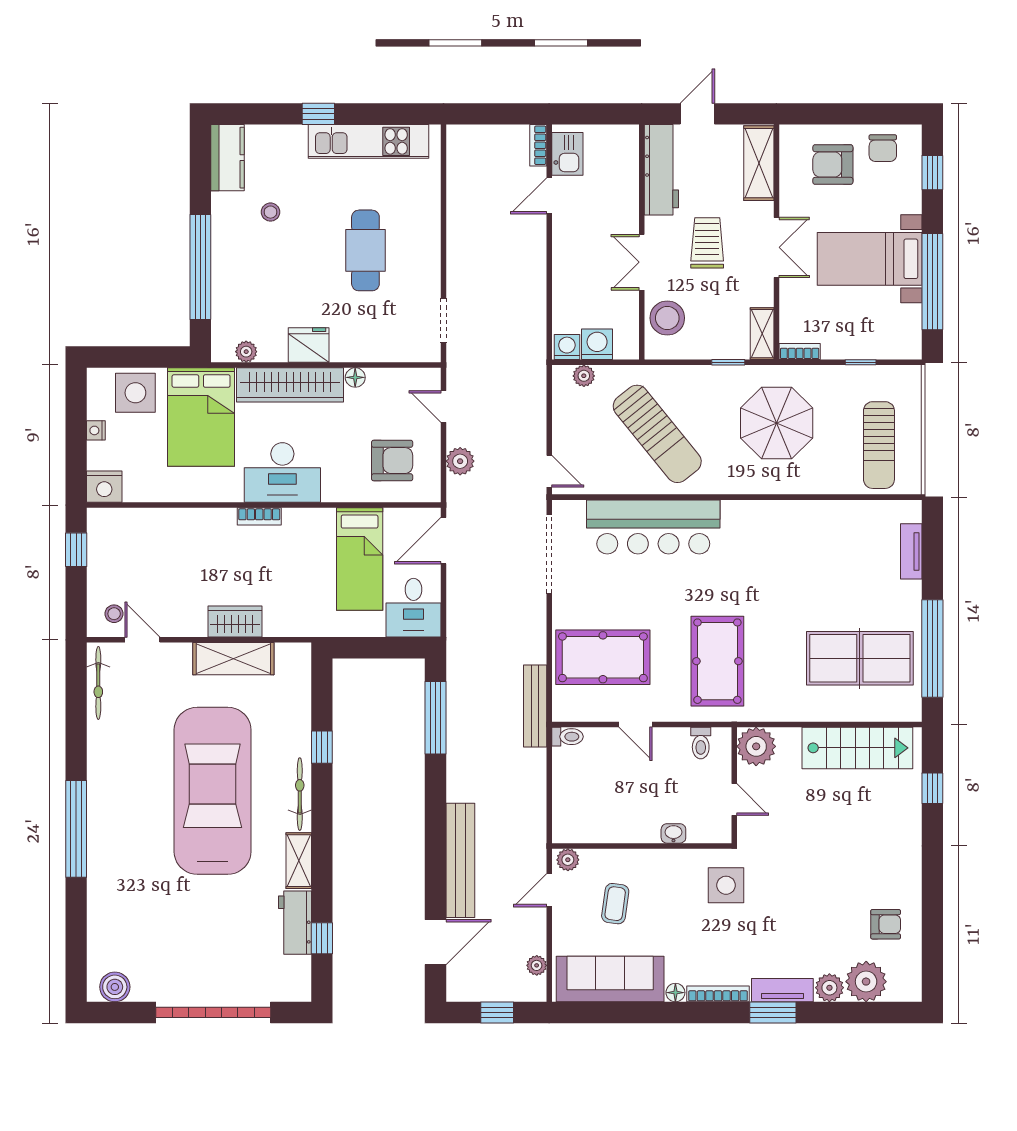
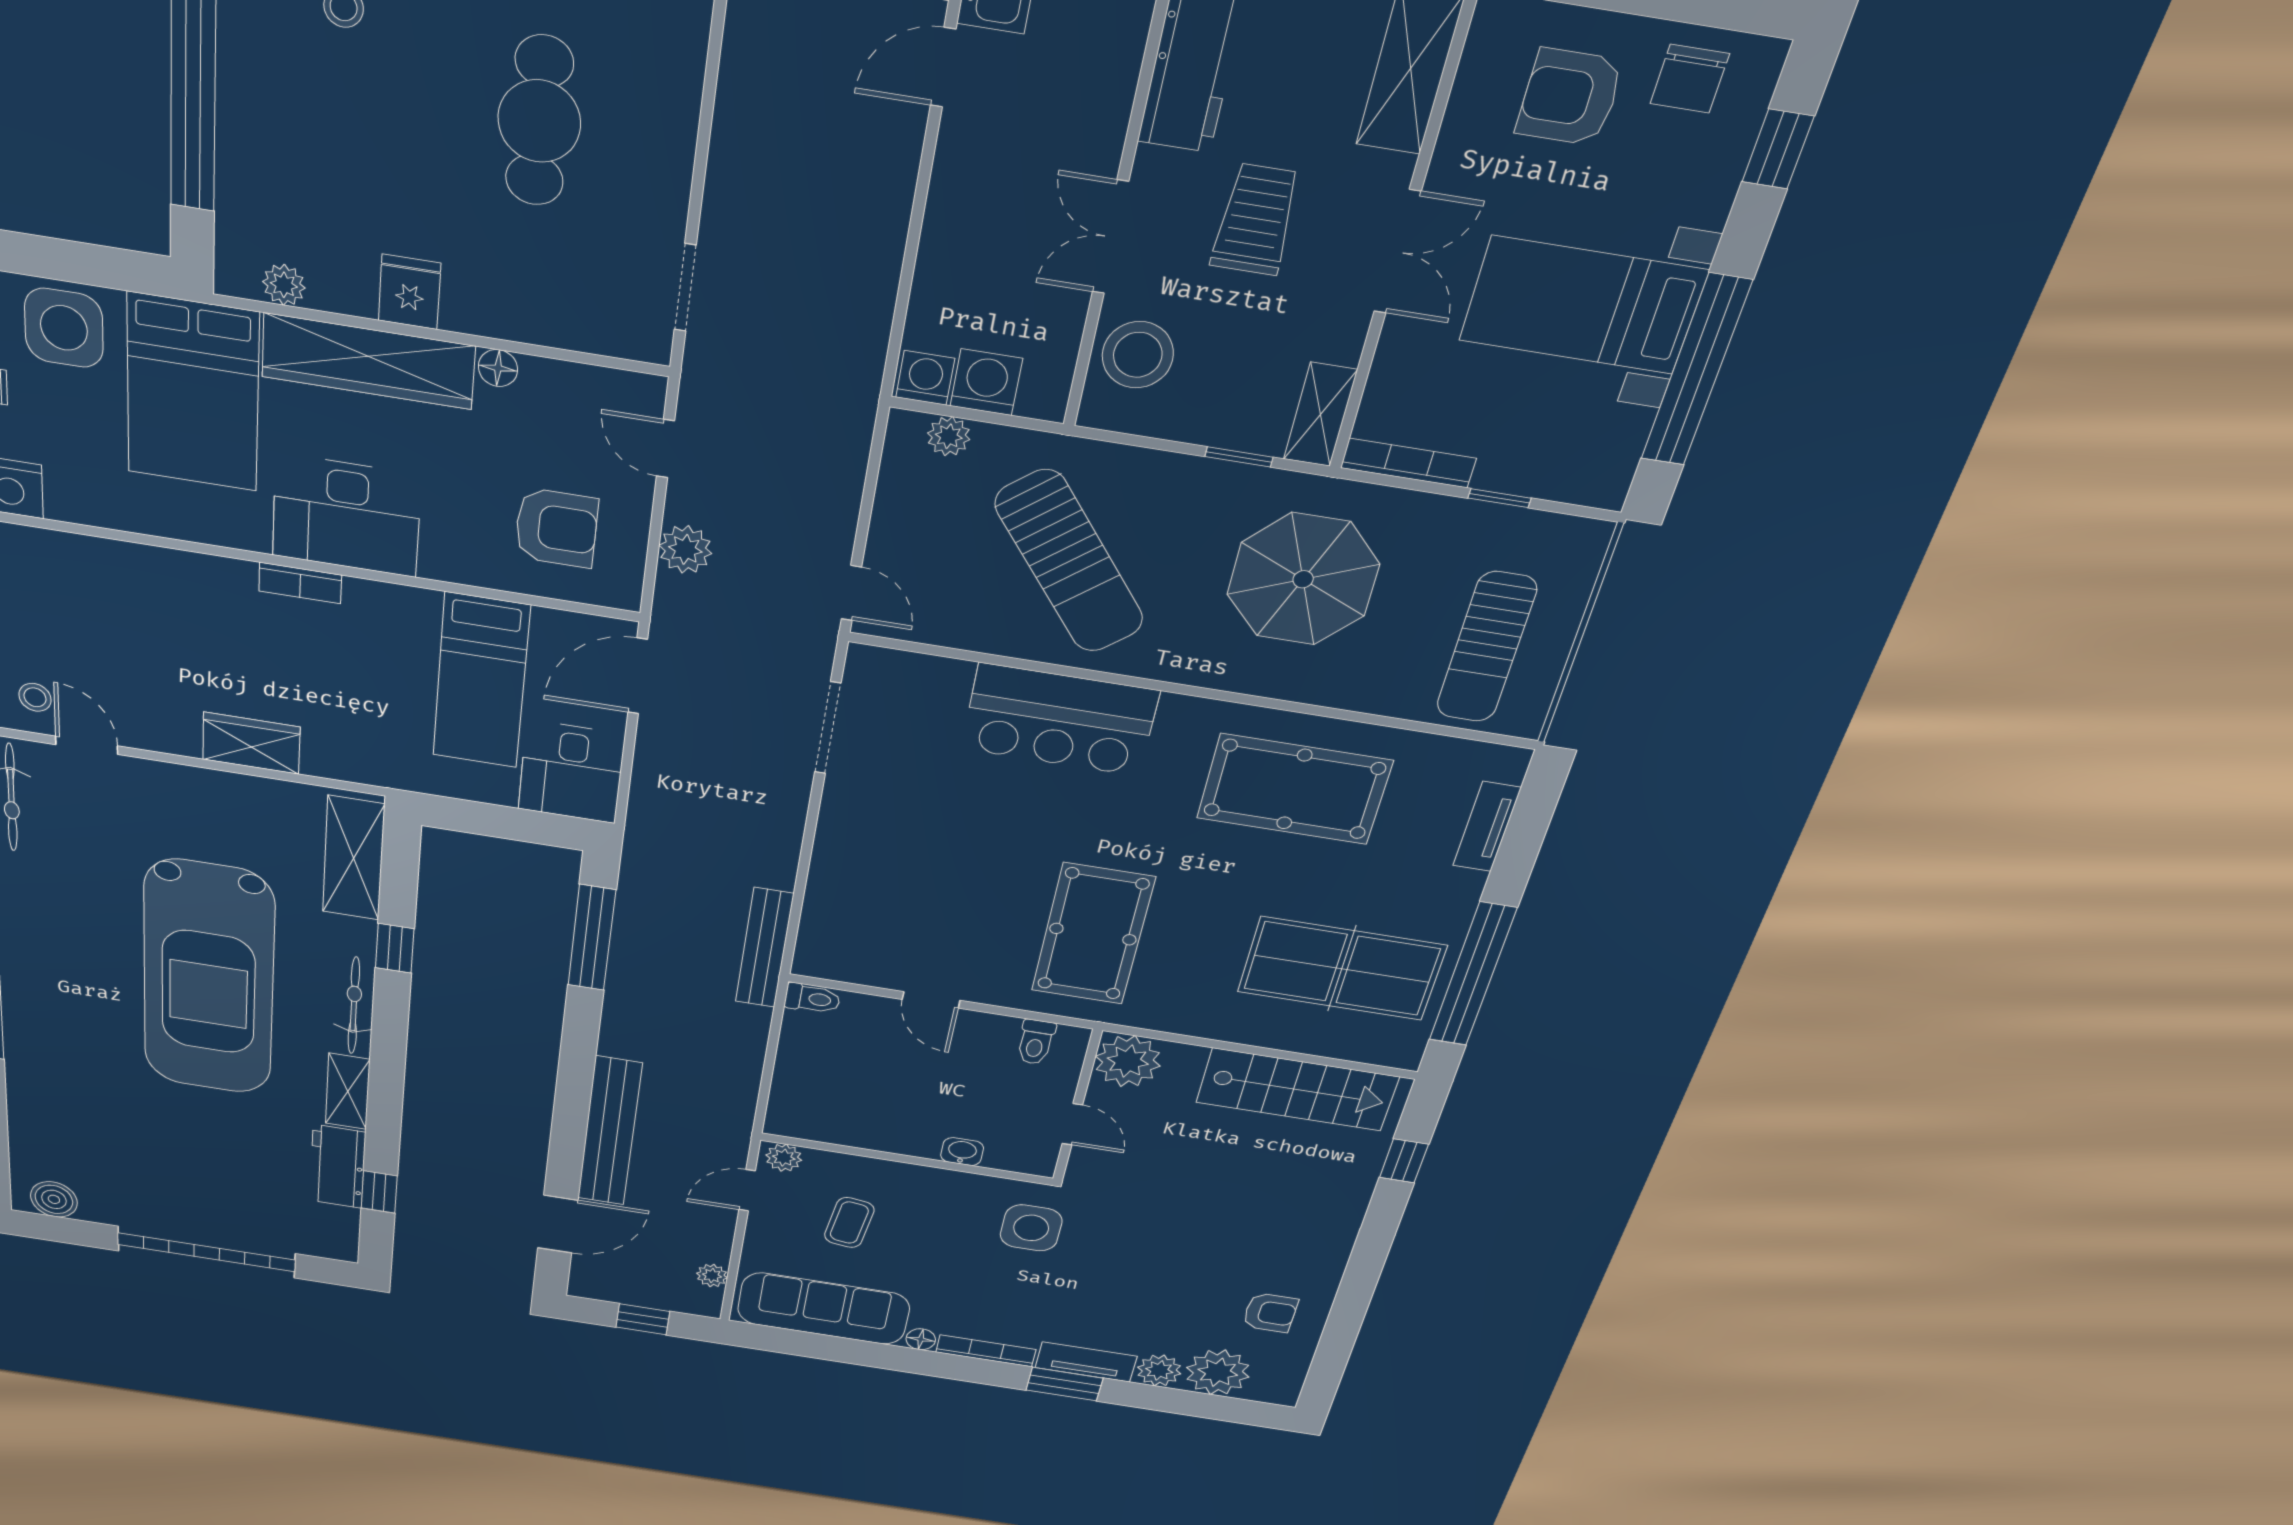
fridge: (309, 345) -> (410, 292), width x0.72
bookcase: (800, 351) -> (1408, 463), width x1.56
bar counter: (653, 527) -> (1060, 720), width x0.73
doorway: (549, 554) -> (828, 728), width x0.73
pool table: (603, 657) -> (1294, 789), moved
shelving: (233, 659) -> (354, 858), moved, turned 90
car: (213, 791) -> (209, 979), turned 180

